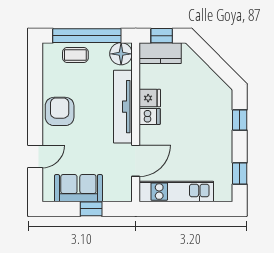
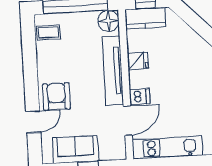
coffee table: (75, 55) -> (49, 32), moved
armchair: (60, 111) -> (56, 96), moved
dishwasher: (150, 116) -> (140, 97), moved

